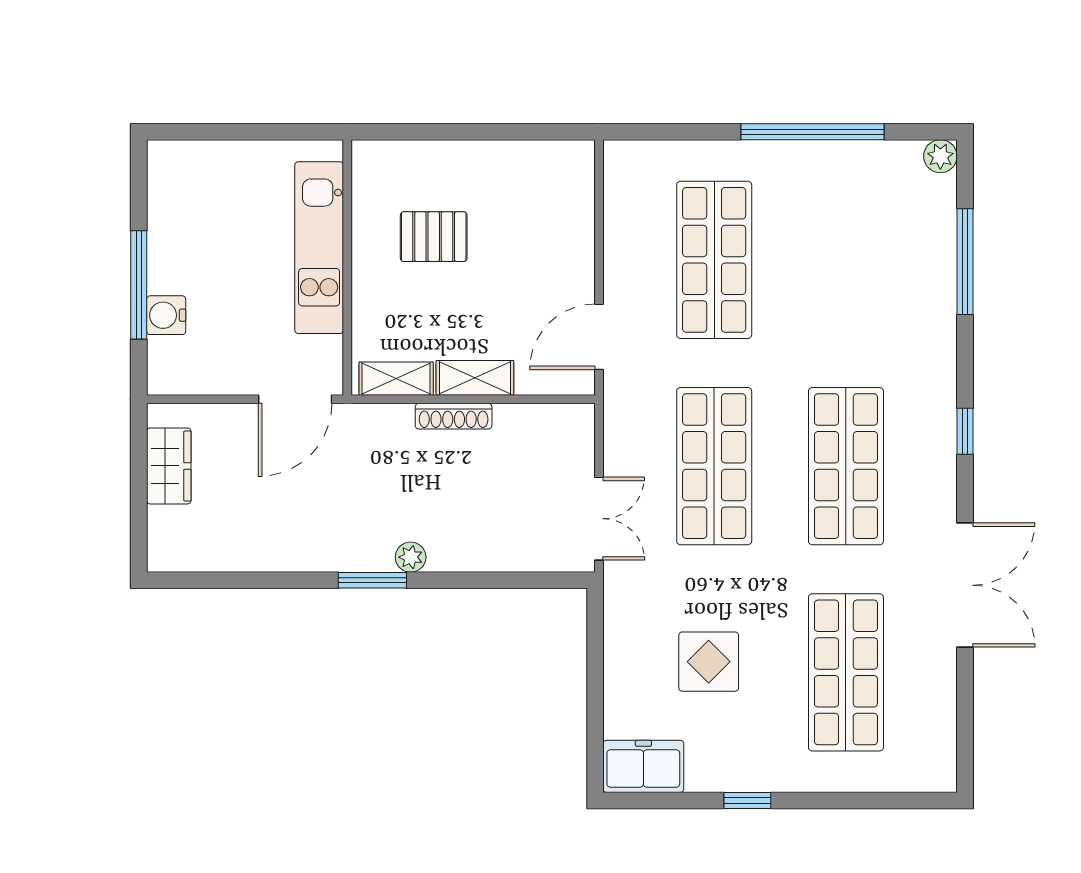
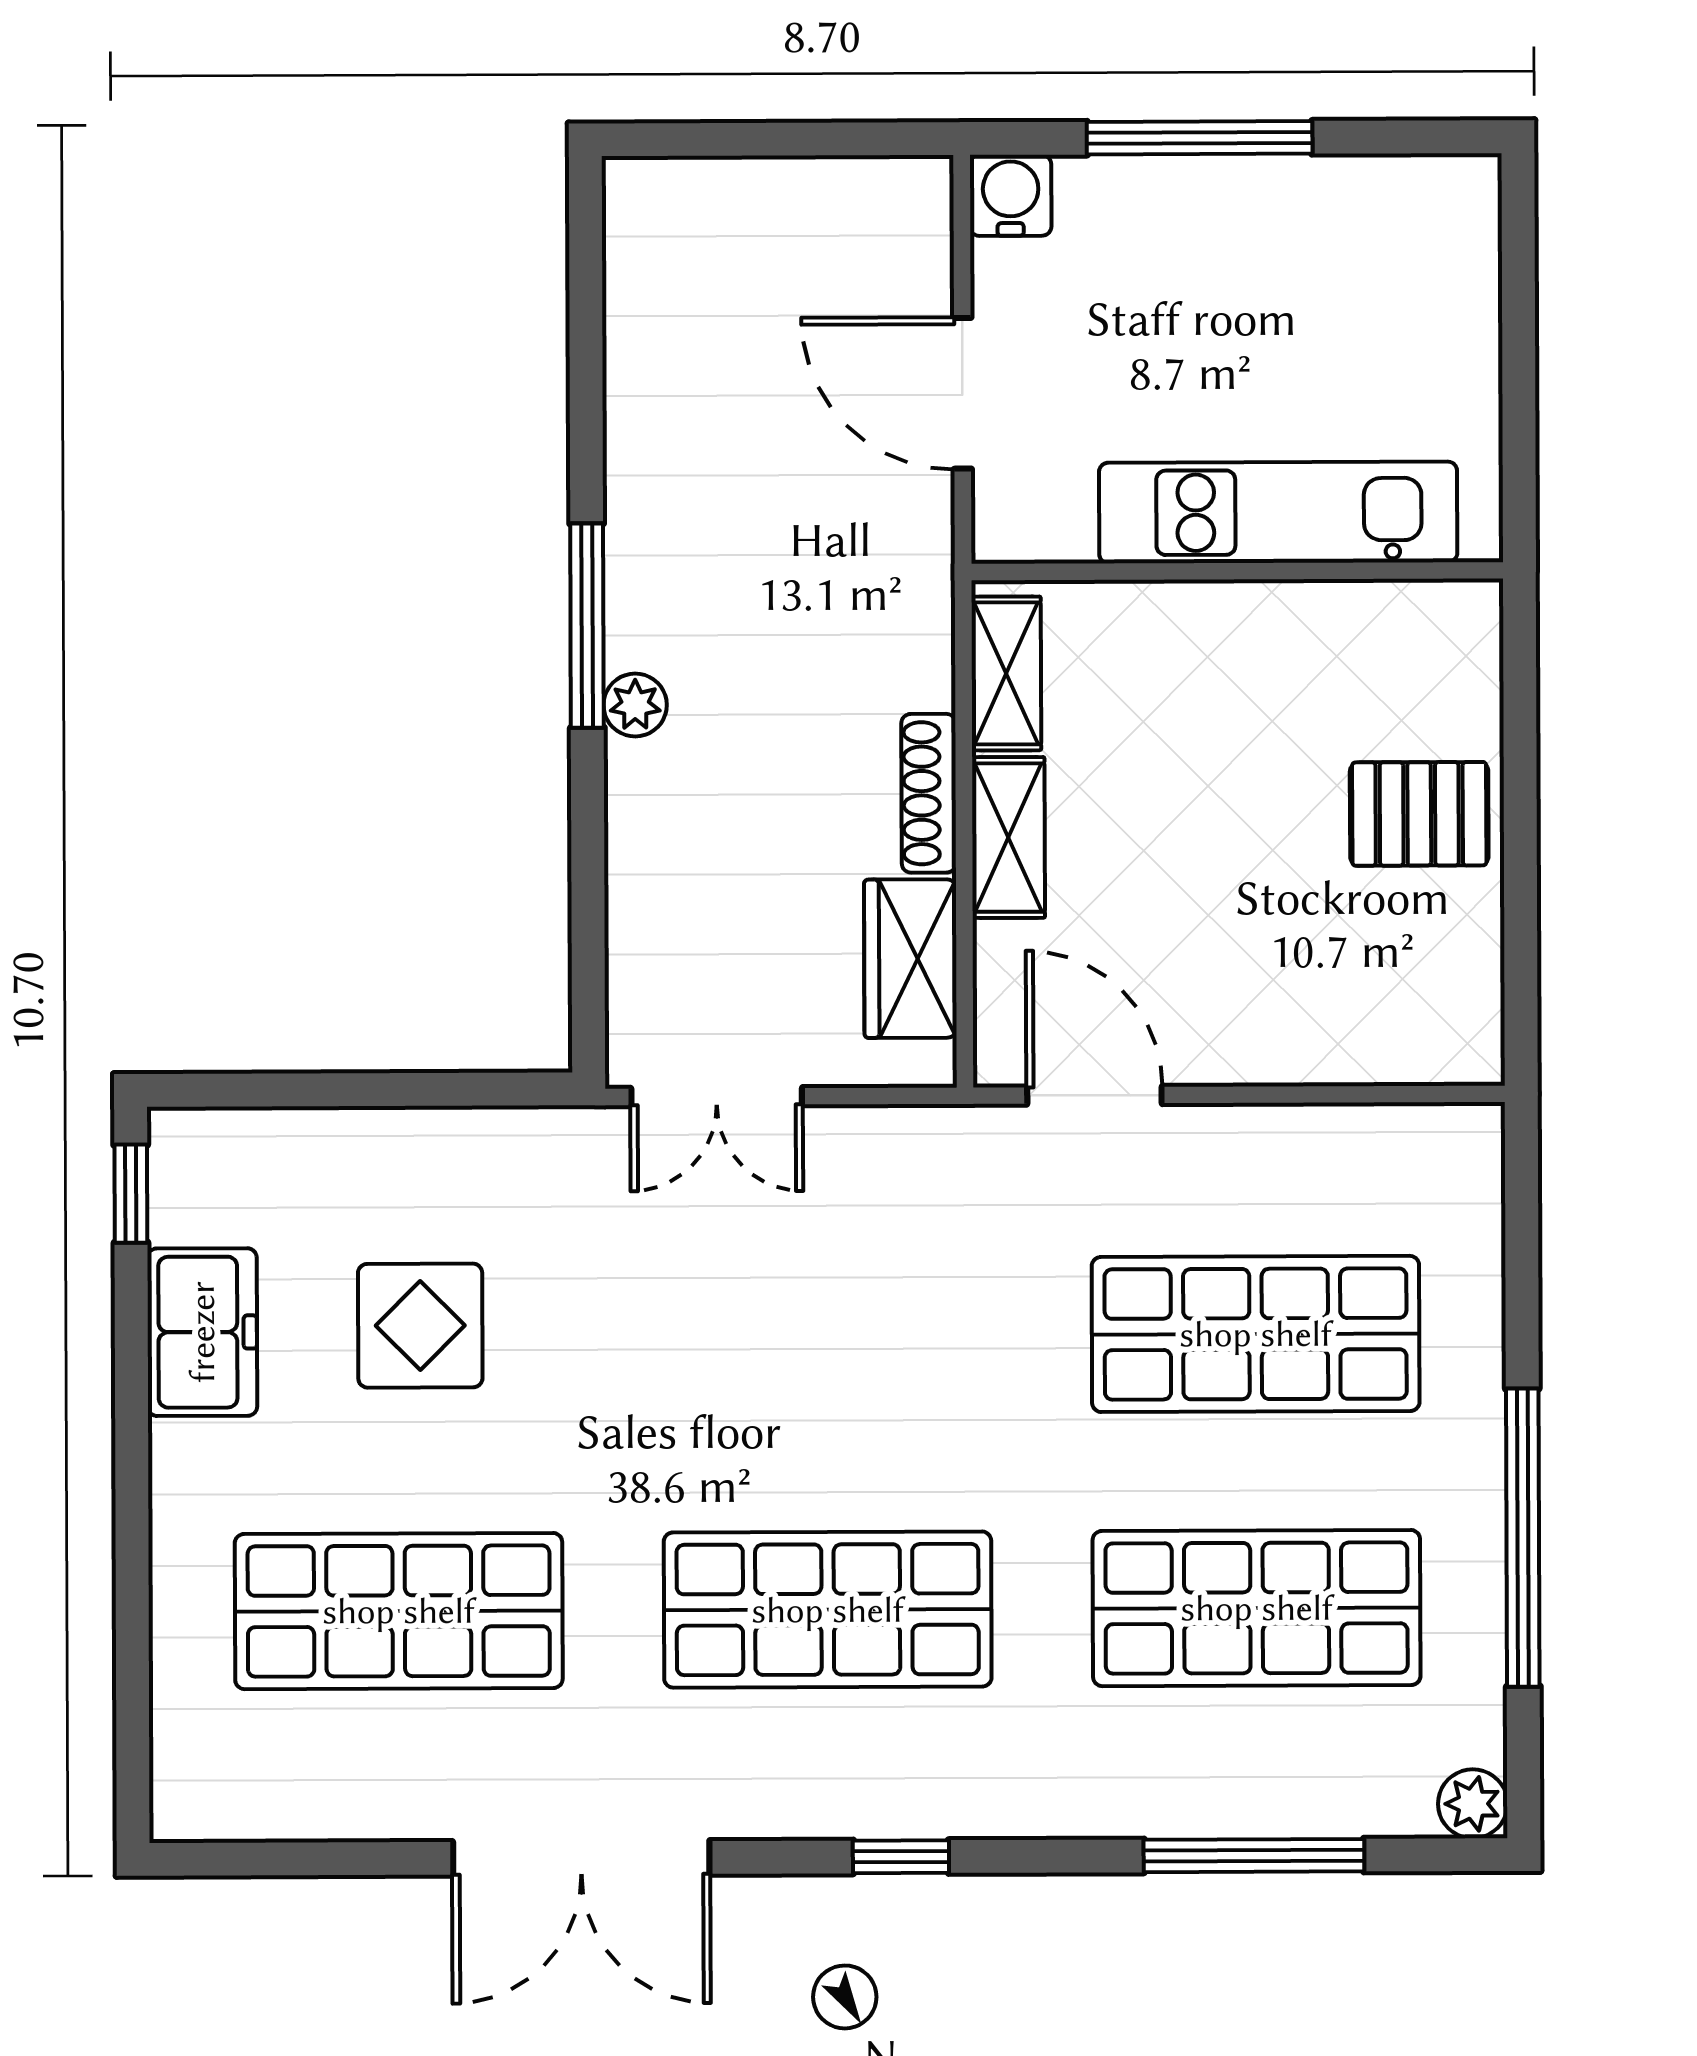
pallet: (434, 237) -> (1419, 814), moved, turned 90
water cooler: (166, 315) -> (1011, 195), moved
door: (295, 399) -> (962, 393), moved
wardrobe: (169, 466) -> (910, 959), moved, turned 90
shop shelf: (714, 466) -> (1257, 1608), moved
window: (372, 580) -> (587, 626), width x1.44
freezer: (643, 766) -> (202, 1332), moved
window: (747, 801) -> (131, 1194), moved

